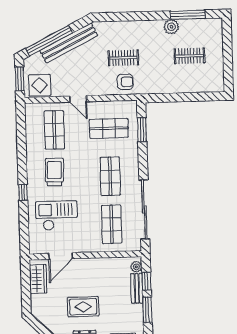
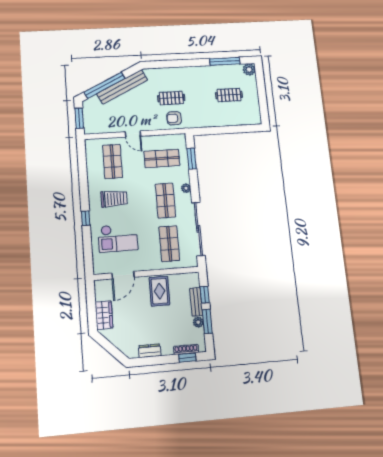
plant: (171, 27) -> (249, 70), moved
armchair: (125, 82) -> (174, 118), turned 180
display table: (40, 85) -> (98, 123), removed
plant: (134, 163) -> (186, 188), added
trolley: (54, 172) -> (114, 199), turned 88
checkout: (57, 216) -> (118, 238), turned 180
plant: (136, 267) -> (198, 322), moved
wardrobe: (38, 279) -> (104, 315), moved
rug: (83, 307) -> (159, 291), moved, turned 90

